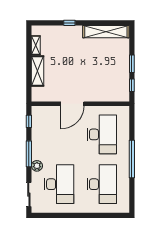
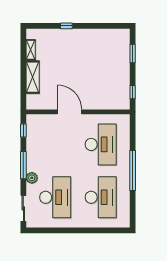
shelving: (106, 32) -> (105, 35), removed
window: (132, 64) -> (133, 53), moved
door: (72, 104) -> (69, 112), swing flipped

